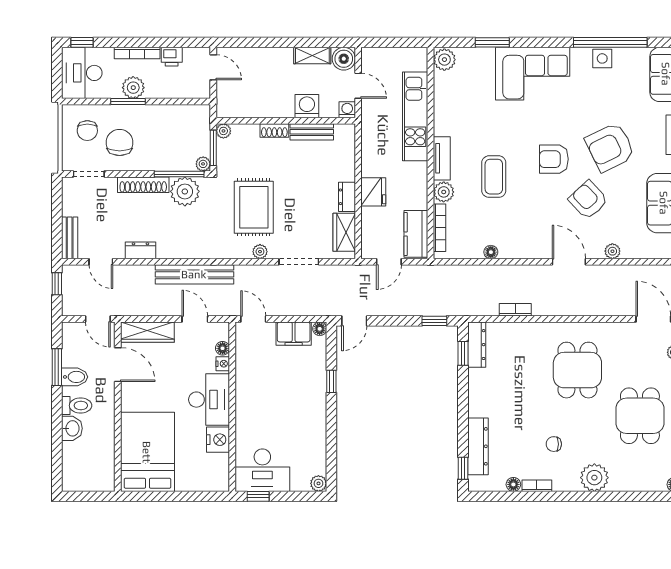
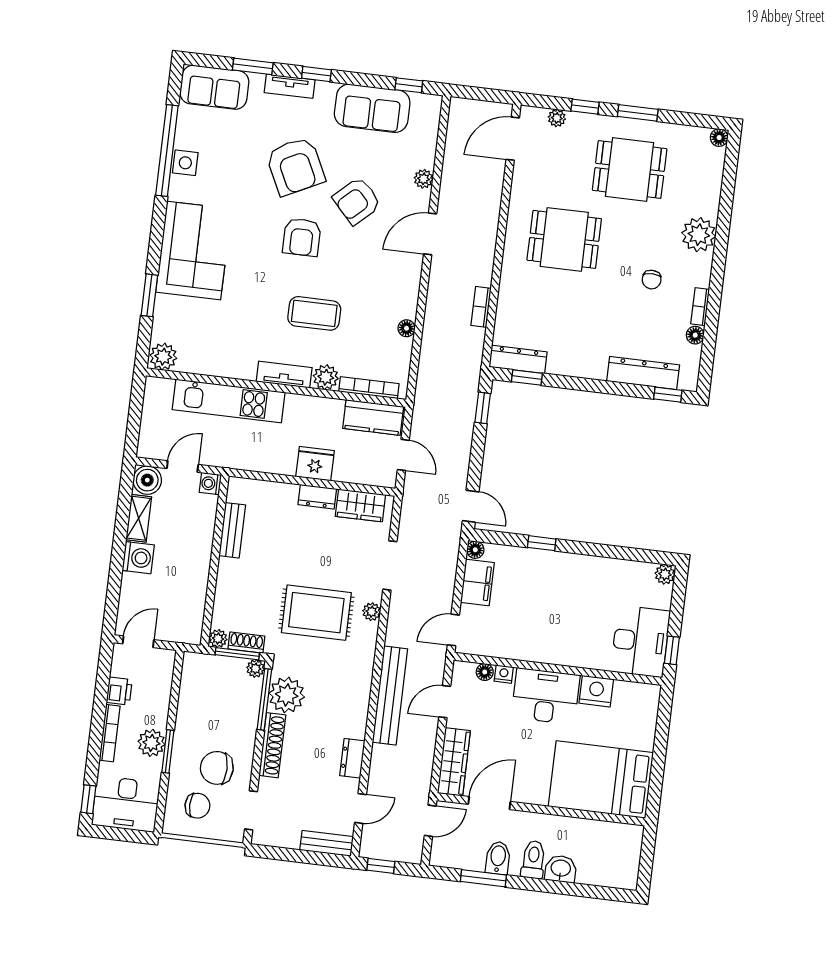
washing machine: (307, 106) -> (138, 558), moved, turned 180
shoe rack: (274, 130) -> (246, 643), moved, turned -90

